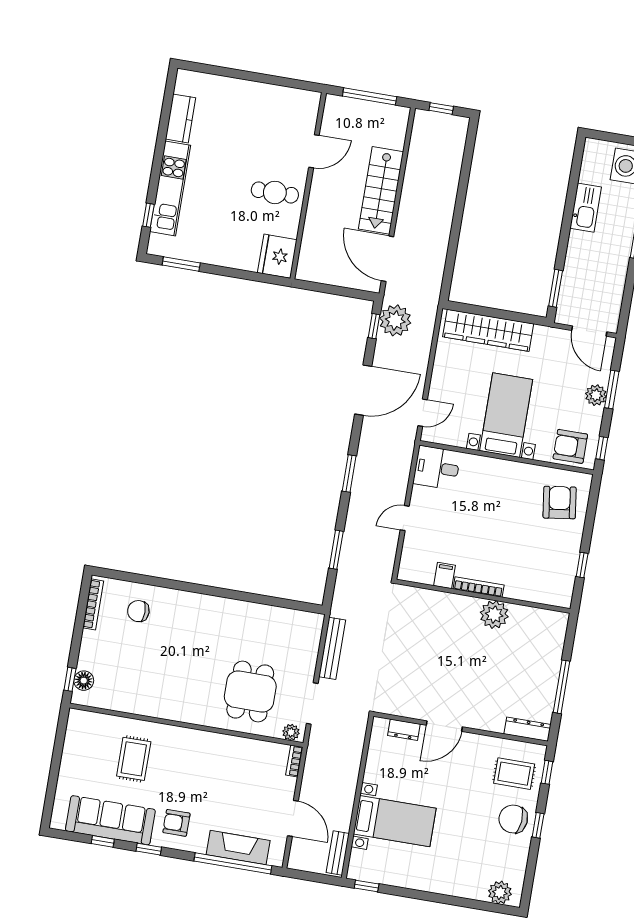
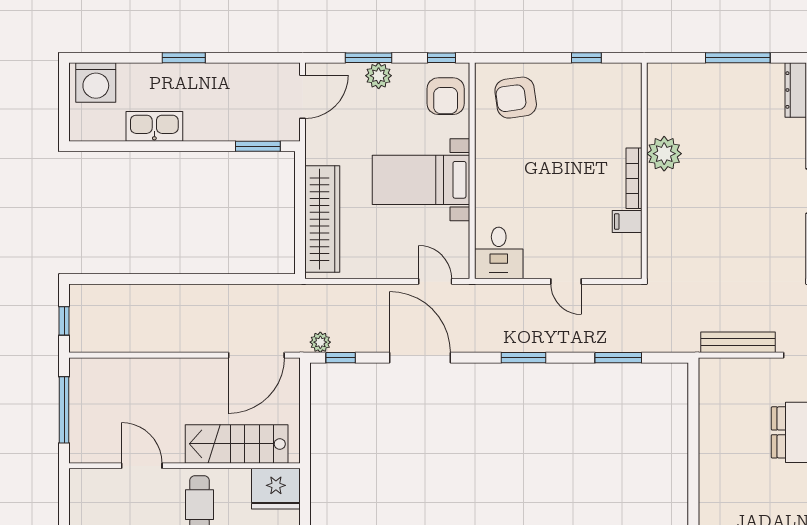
stairs: (381, 190) -> (237, 444), moved, turned 180
plant: (395, 320) -> (320, 342), width x0.53, depth x0.53

